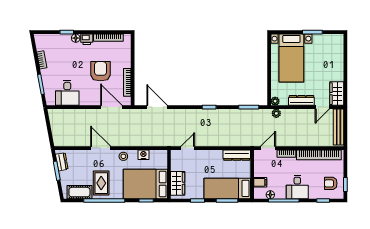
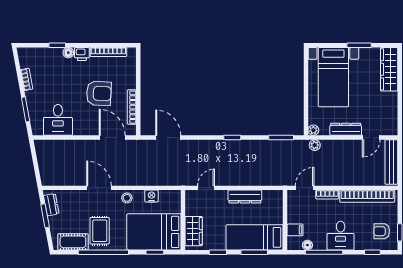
armchair: (101, 71) -> (99, 93), turned 93
wardrobe: (337, 94) -> (389, 69), moved, width x1.50
dresser: (237, 155) -> (245, 197), moved

